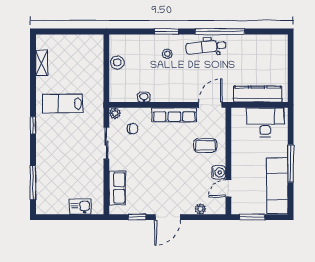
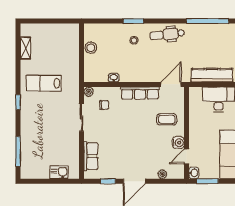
window: (220, 31) -> (208, 21), moved
washbasin: (237, 207) -> (194, 173), added

